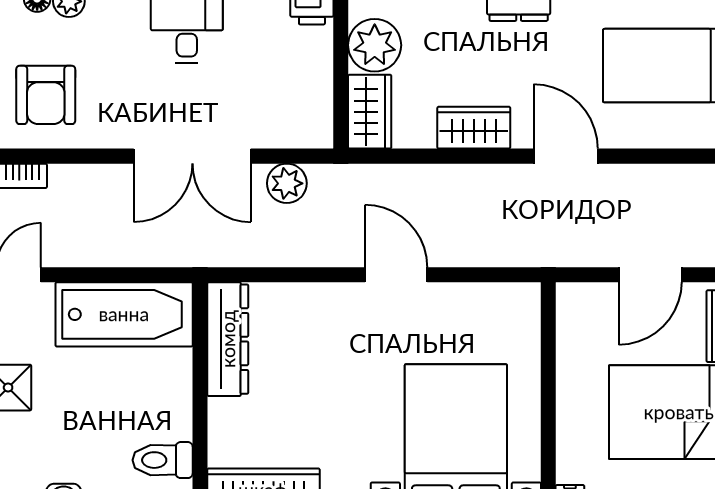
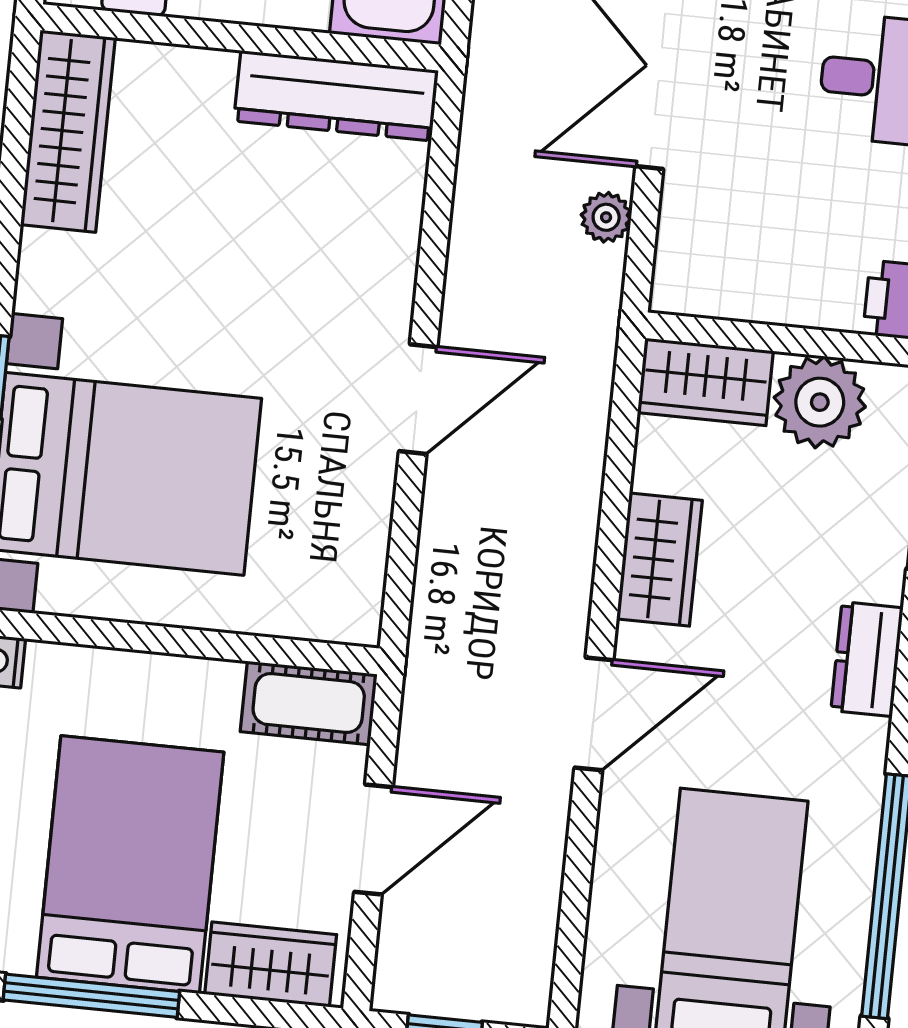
plant: (287, 183) -> (606, 217), width x0.73, depth x0.73
door: (650, 275) -> (373, 839), swing flipped
cot: (576, 320) -> (309, 703), added

